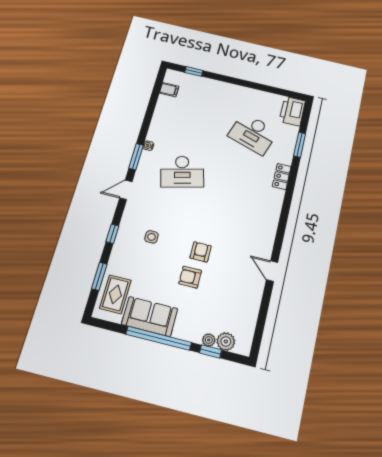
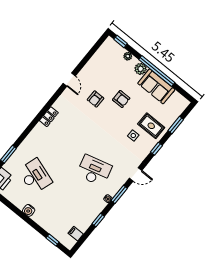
water cooler: (240, 92) -> (29, 210), added
window: (149, 116) -> (98, 220), added
locker: (282, 176) -> (49, 117), moved
armchair: (201, 252) -> (96, 99), moved
rug: (115, 294) -> (151, 126), moved, turned 90
plant: (226, 341) -> (141, 69), moved
window: (210, 351) -> (120, 41), moved

